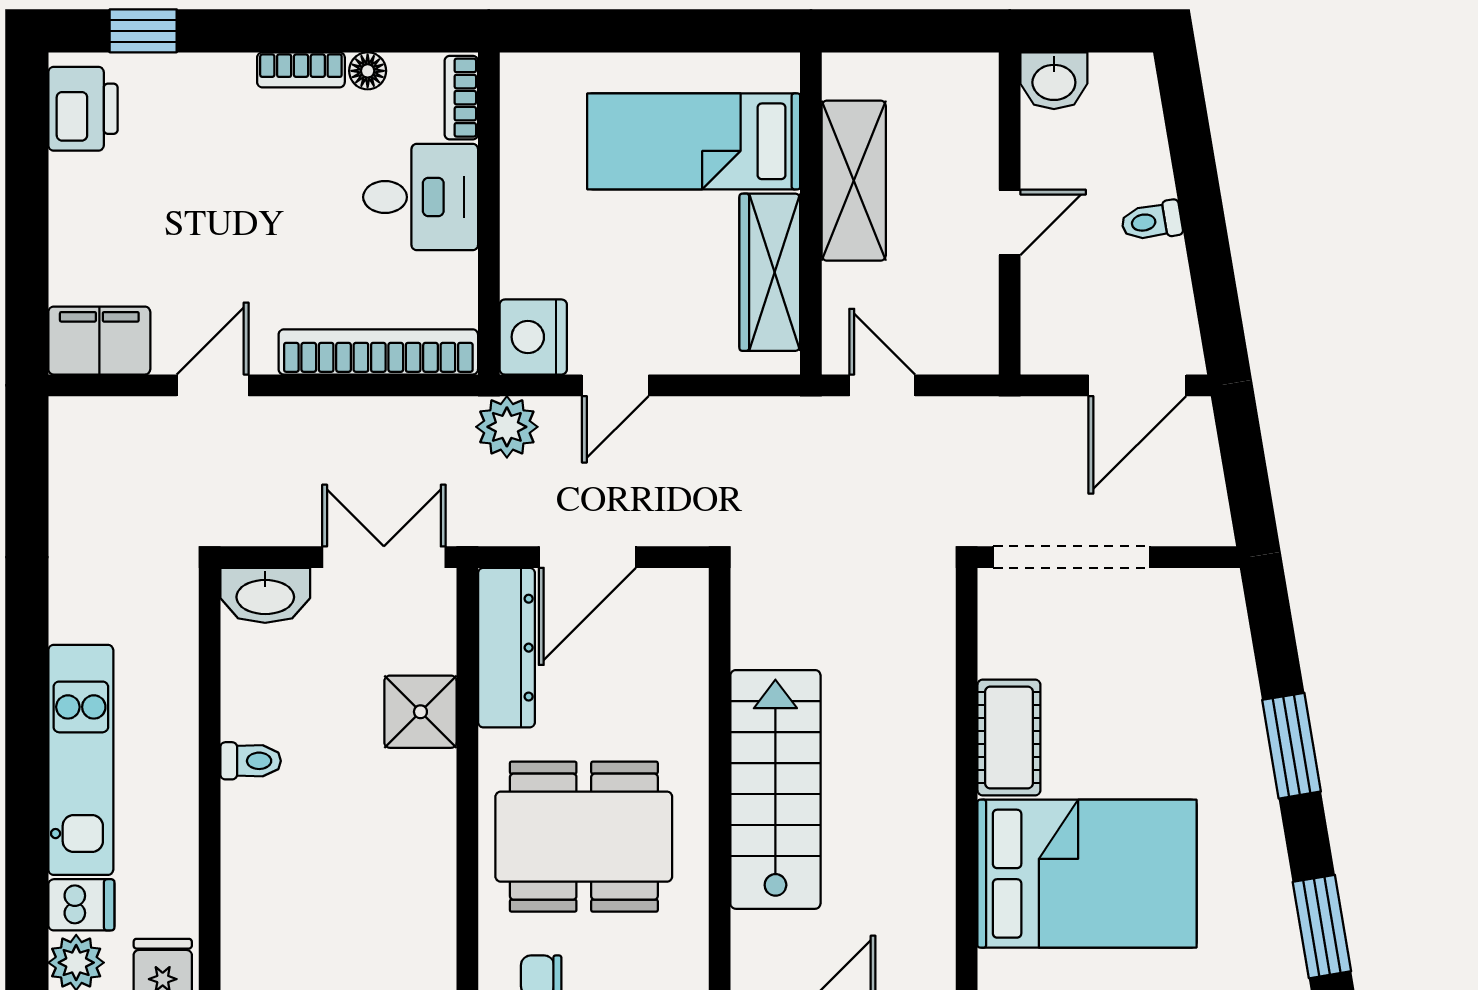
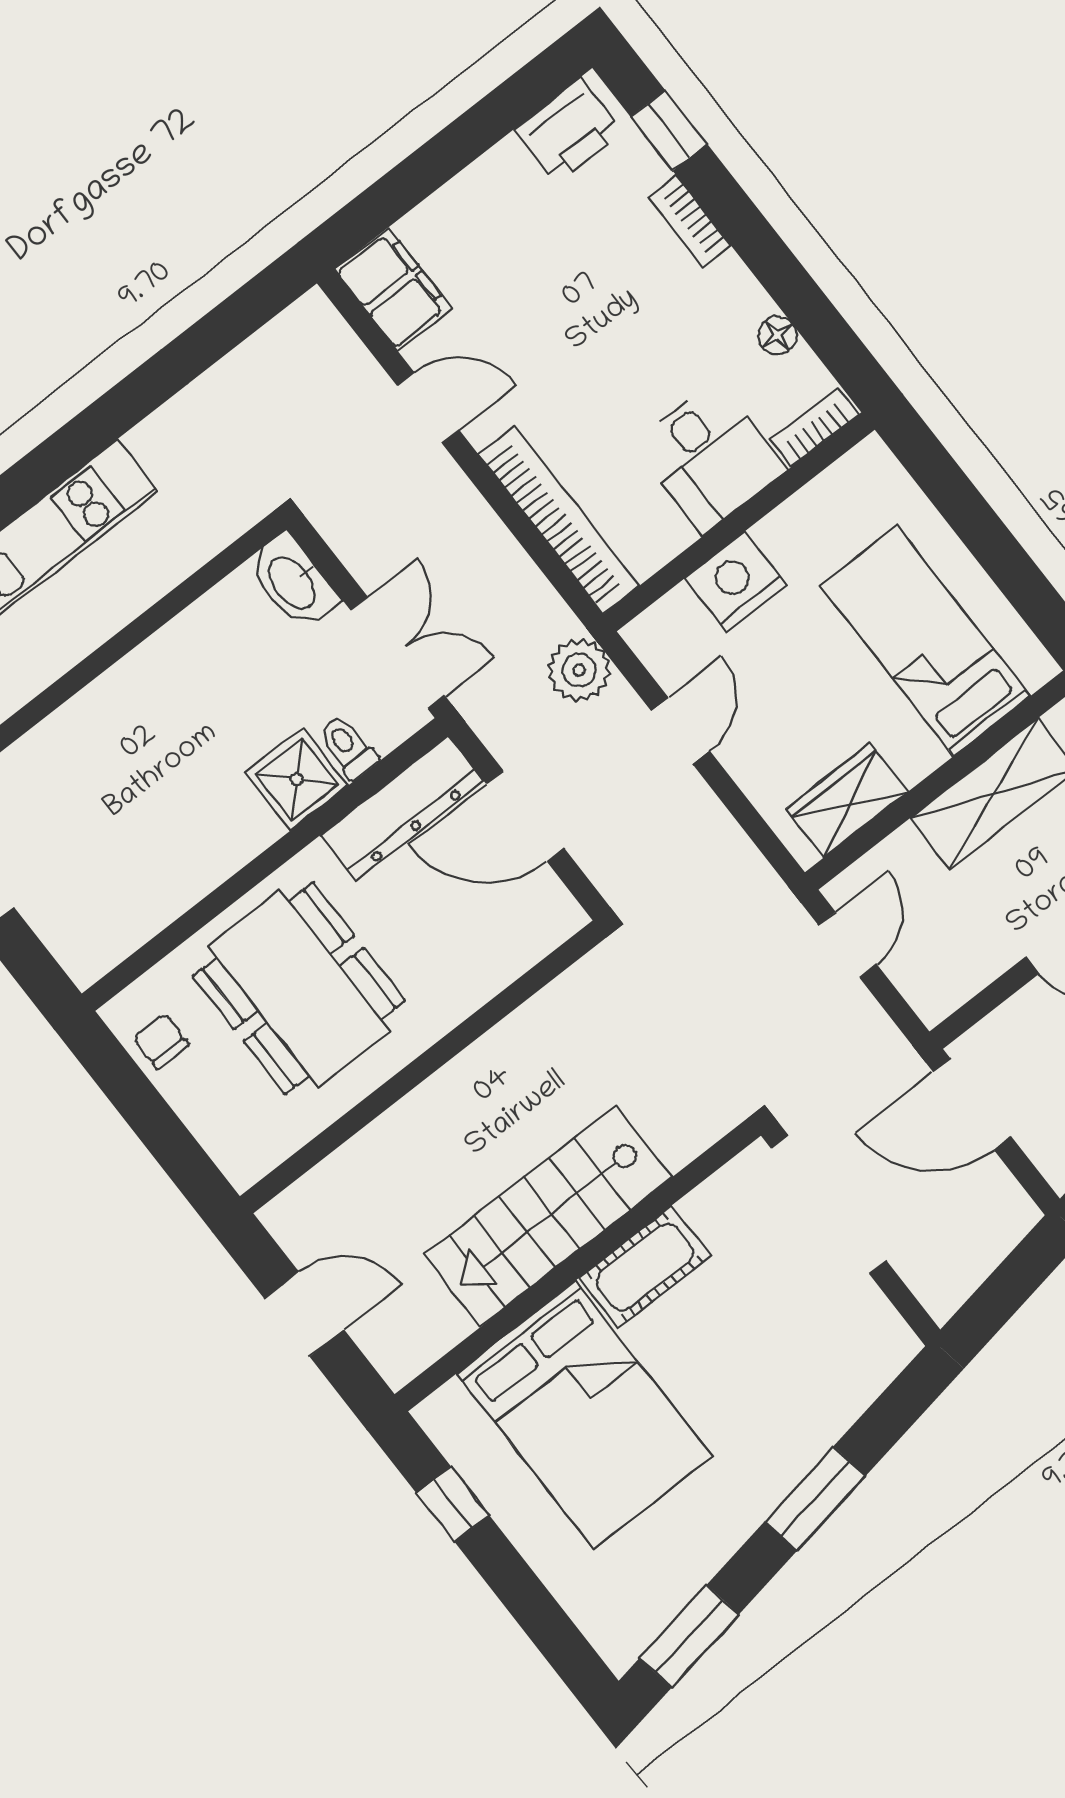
bookcase: (301, 70) -> (690, 221), moved
wardrobe: (770, 272) -> (847, 800), width x0.67
nightstand: (533, 337) -> (736, 582), moved
door: (615, 385) -> (680, 731), swing flipped
door: (1137, 385) -> (972, 1104), moved
toilet: (251, 761) -> (348, 747), moved, turned 180
stairs: (775, 789) -> (548, 1216), moved, turned 180

